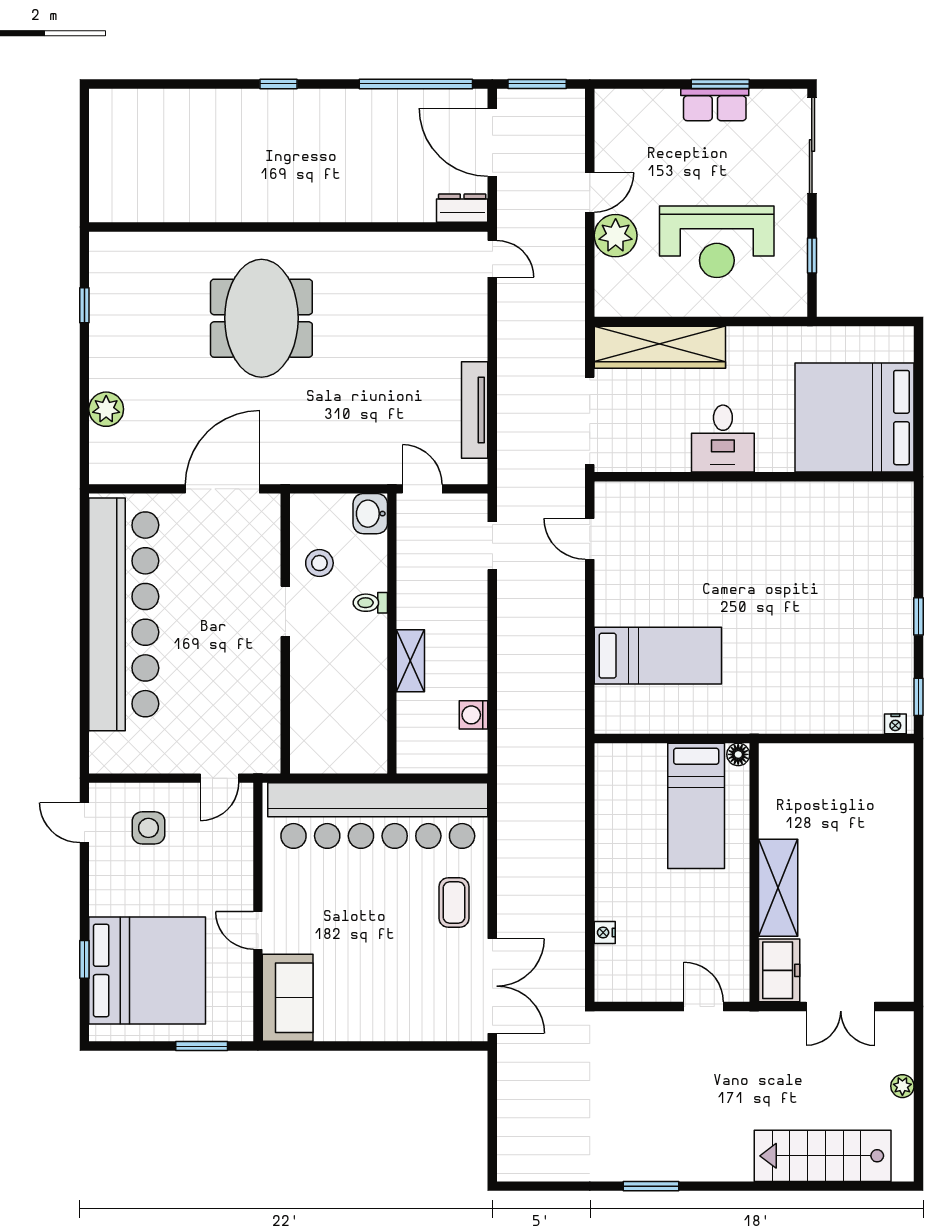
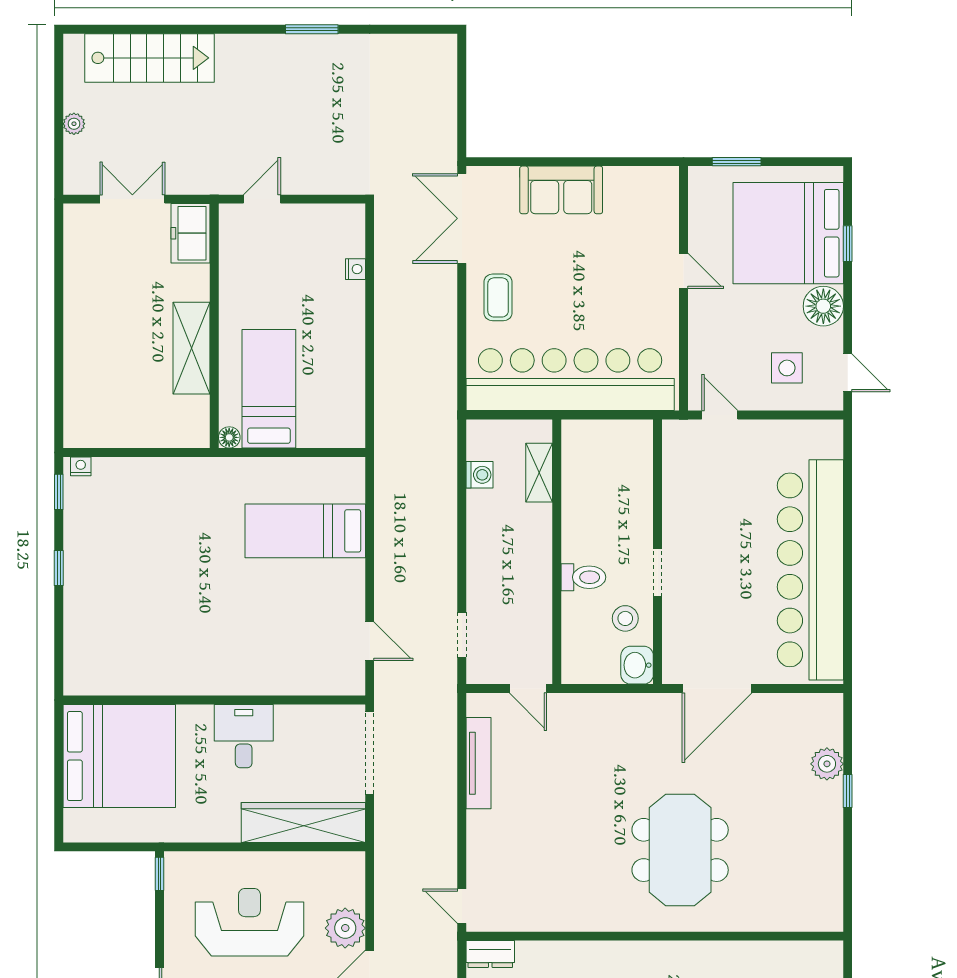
window: (812, 255) -> (159, 874), moved
window: (84, 305) -> (848, 791), moved
washbasin: (370, 514) -> (637, 665), moved, turned 180
toilet: (370, 603) -> (583, 577), width x1.37, depth x1.39
shelving: (410, 661) -> (539, 473), moved
door: (220, 778) -> (720, 415), hinge flipped
shelving: (778, 888) -> (191, 348), moved
floor lamp: (110, 893) -> (823, 306), added
sofa: (288, 998) -> (561, 190), moved, turned -90
door: (704, 1006) -> (262, 199), swing flipped

